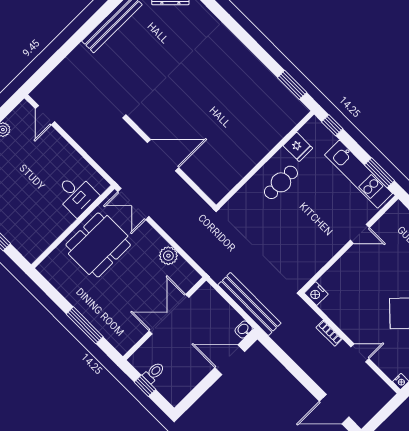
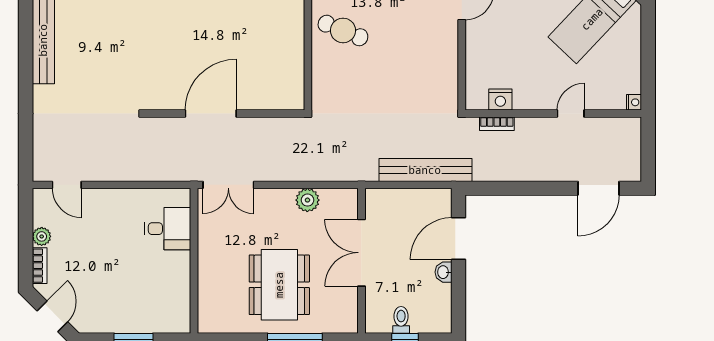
cafe table: (281, 182) -> (343, 30), turned -68
dining table: (98, 245) -> (279, 285), moved
nightstand: (316, 294) -> (500, 100), moved
washbasin: (244, 330) -> (443, 272), moved
bookcase: (329, 333) -> (497, 124), moved

